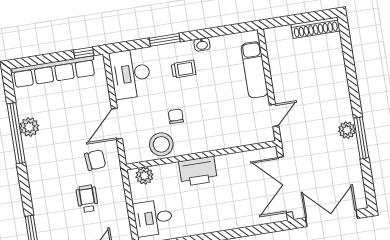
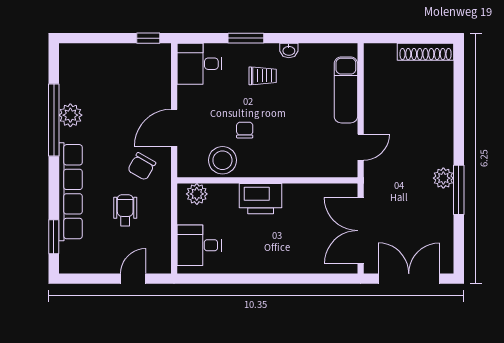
row of seats: (54, 72) -> (70, 192), moved, turned -90
desk: (130, 74) -> (199, 64), width x0.73
chair: (95, 160) -> (142, 166), turned 125

